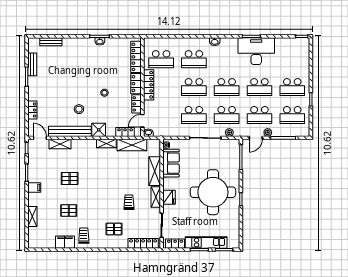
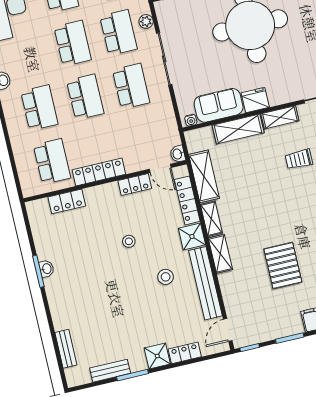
locker: (136, 57) -> (67, 201), width x0.66
locker: (136, 84) -> (102, 193), removed
shower: (34, 94) -> (157, 356), added
locker: (125, 132) -> (187, 200), width x1.53
shelving: (60, 144) -> (220, 254), moved
pallet: (70, 179) -> (283, 266), width x1.50, depth x1.42
fridge: (169, 197) -> (255, 100), moved

